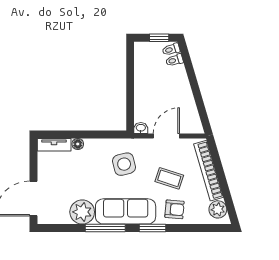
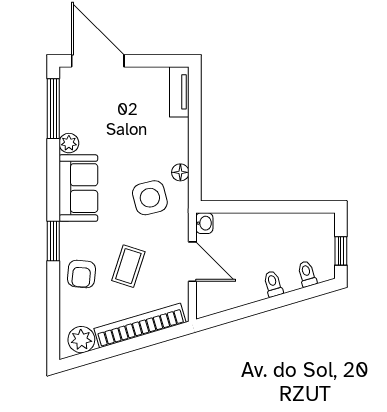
toilet: (171, 49) -> (273, 284), moved
floor lamp: (78, 144) -> (180, 172), moved
sofa: (126, 211) -> (78, 188), width x0.73
plant: (82, 212) -> (69, 143), width x0.53, depth x0.53
window: (105, 228) -> (53, 109), moved

